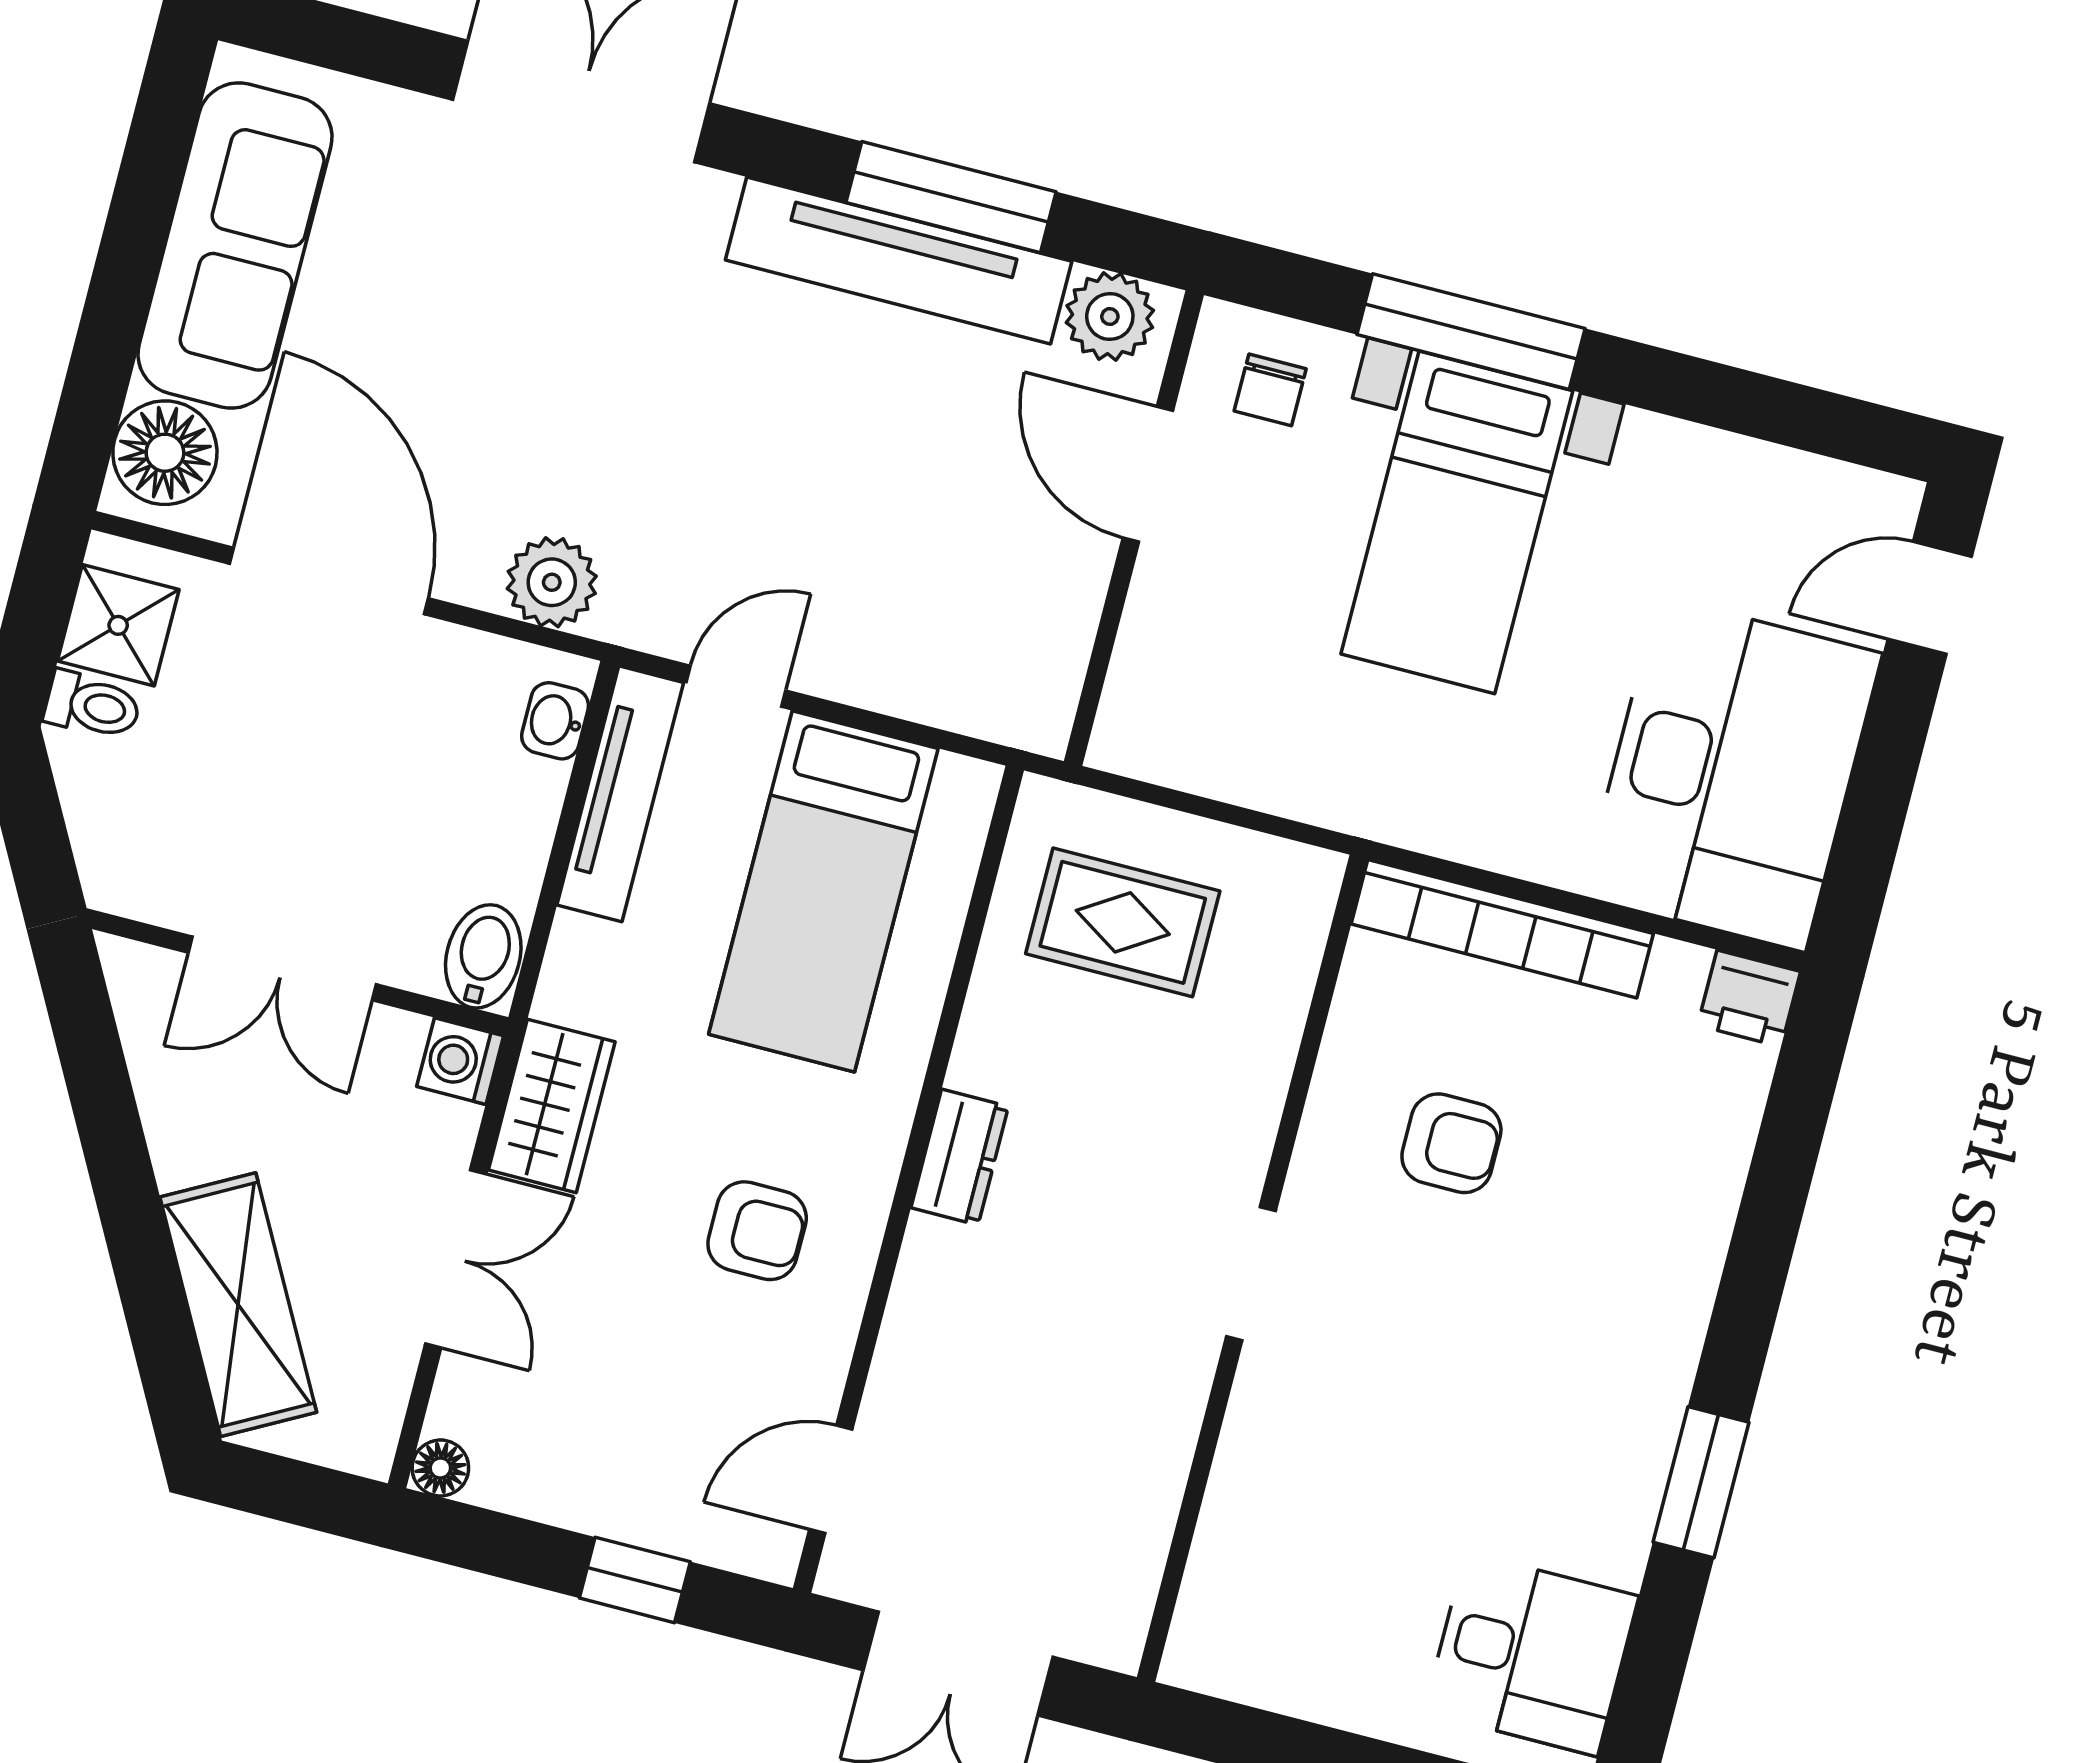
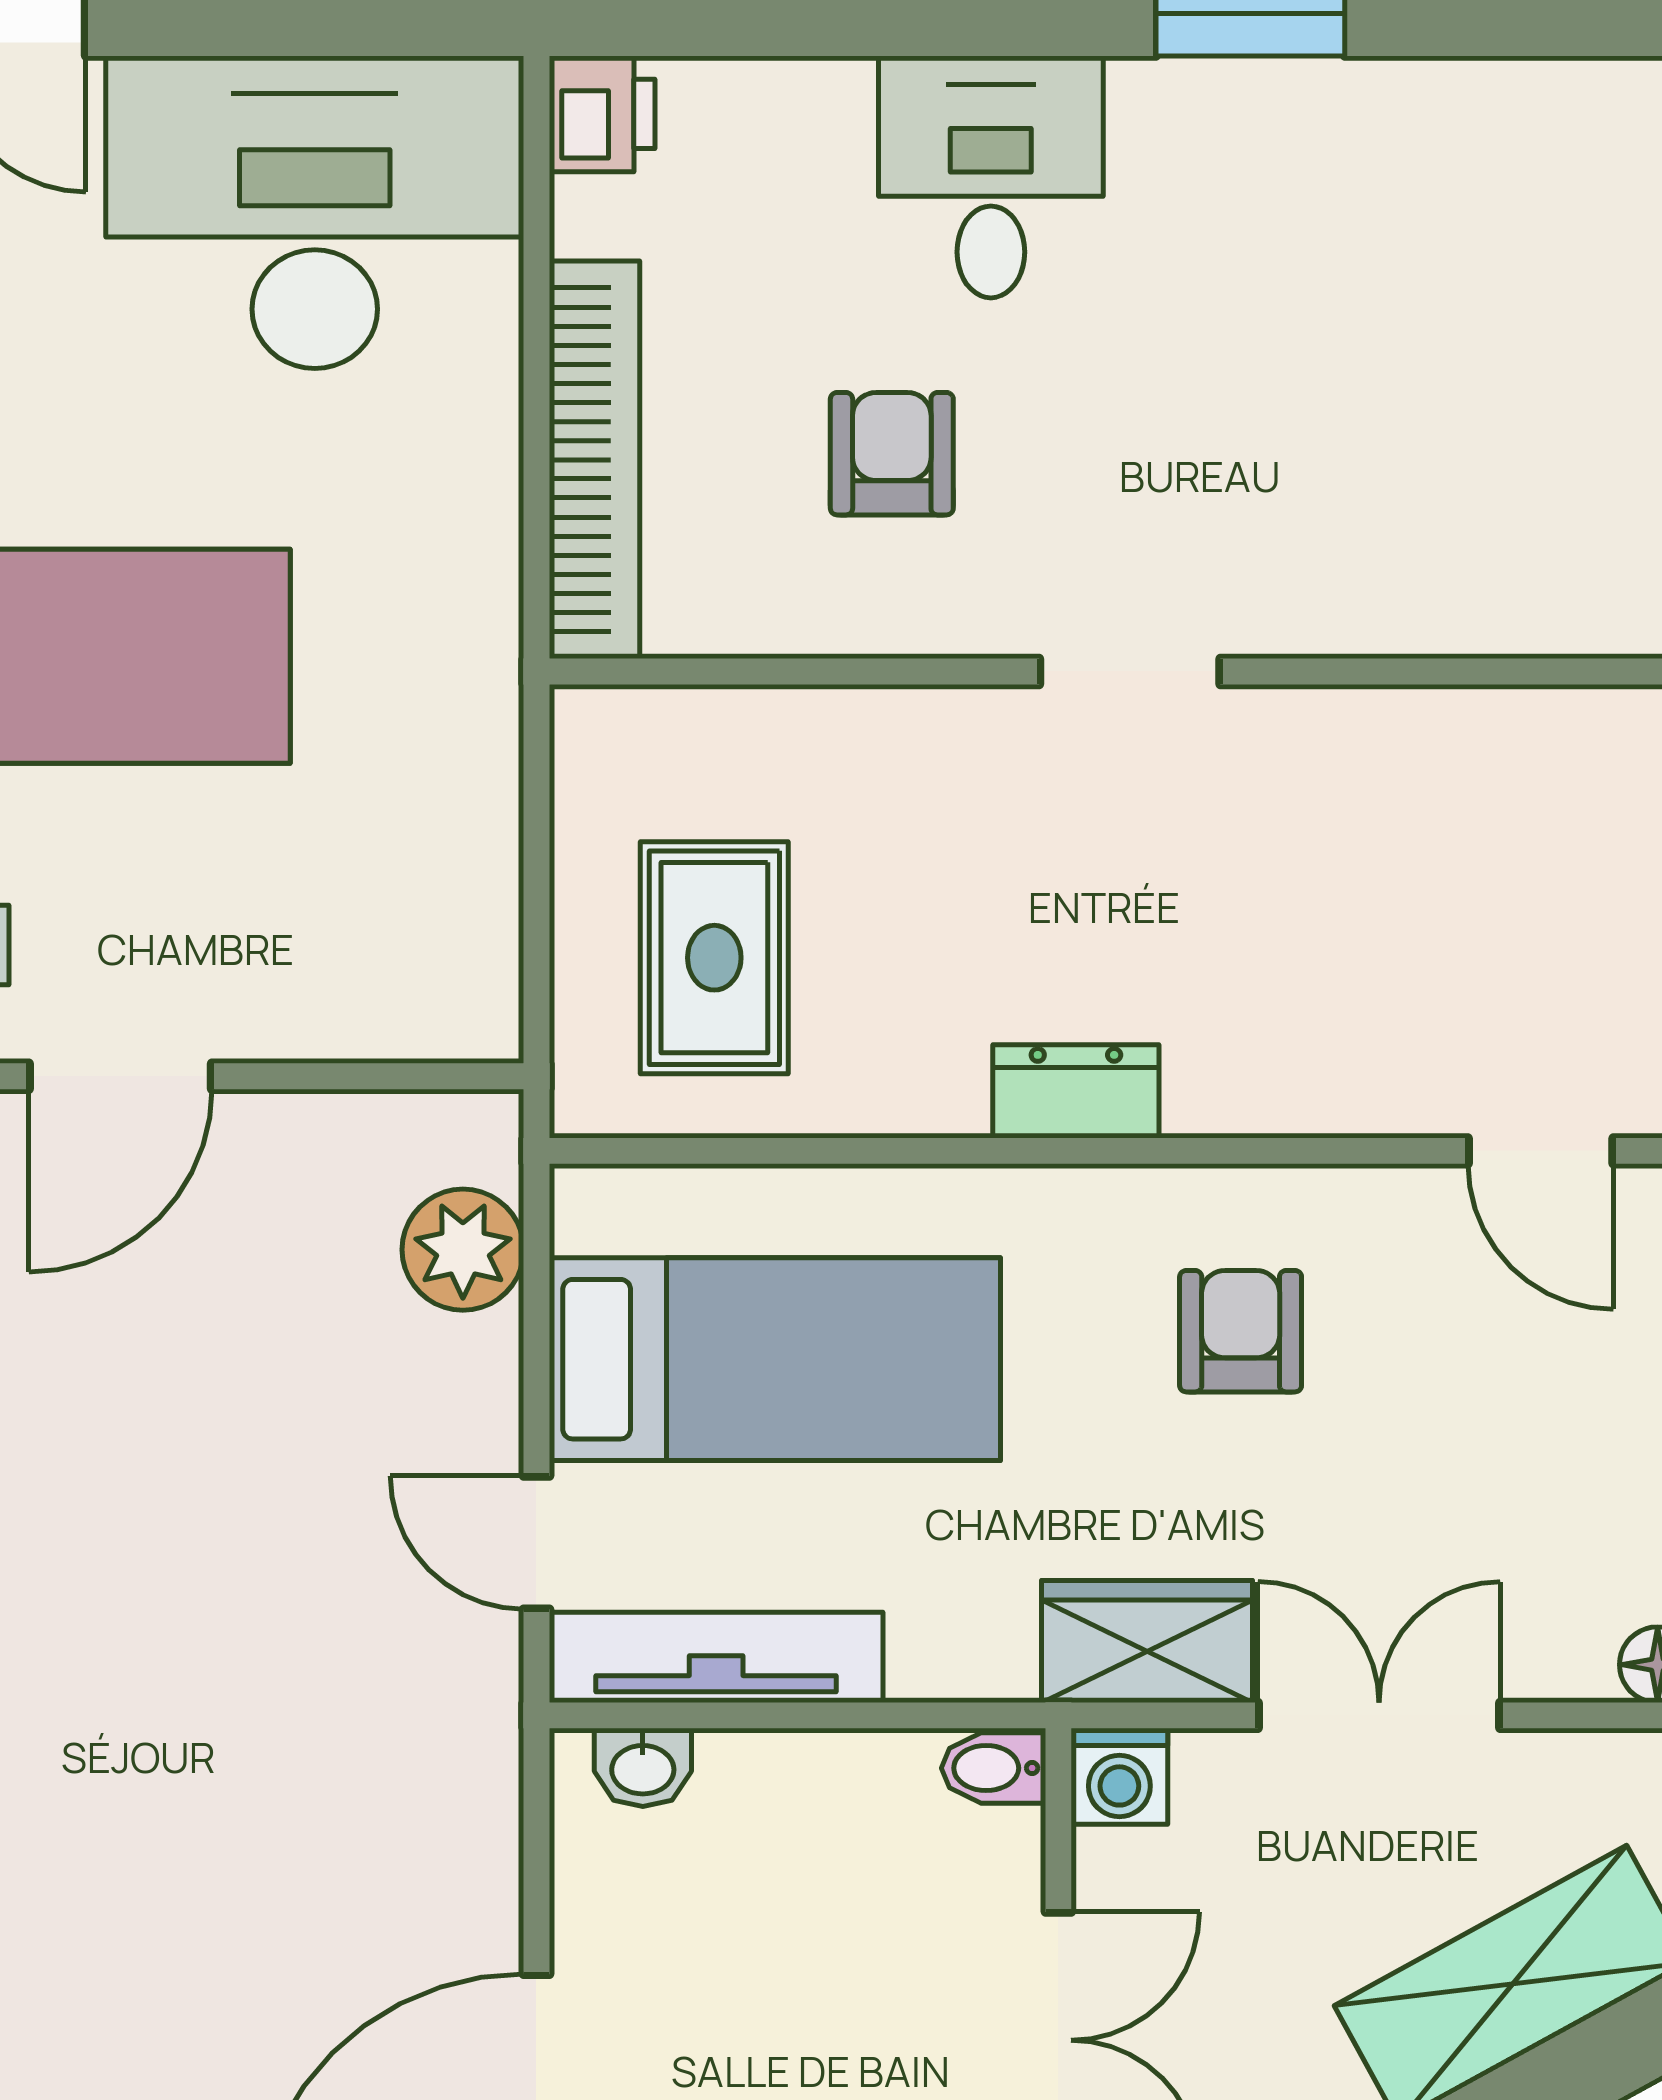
plant: (552, 582) -> (463, 1250), moved
bidet: (483, 956) -> (994, 1768), width x0.72, depth x0.74
desk: (1531, 1654) -> (991, 177), moved

